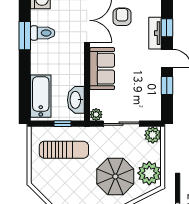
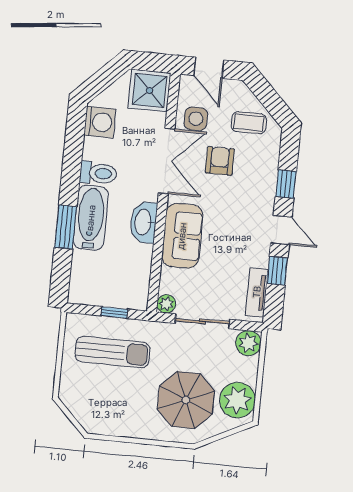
tv unit: (155, 33) -> (257, 292), moved
window: (25, 36) -> (66, 227), moved
bathtub: (41, 96) -> (91, 218), moved
washbasin: (76, 100) -> (144, 222), moved

